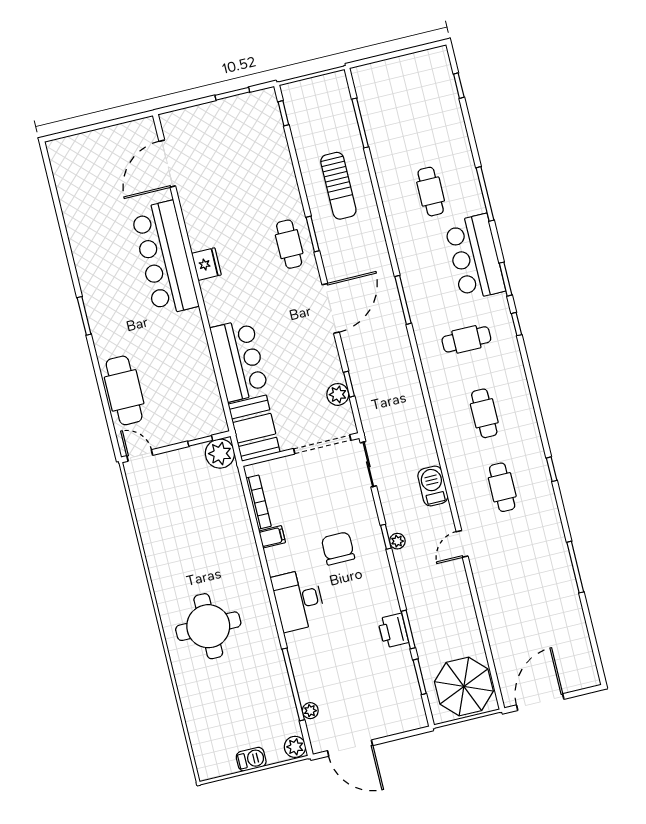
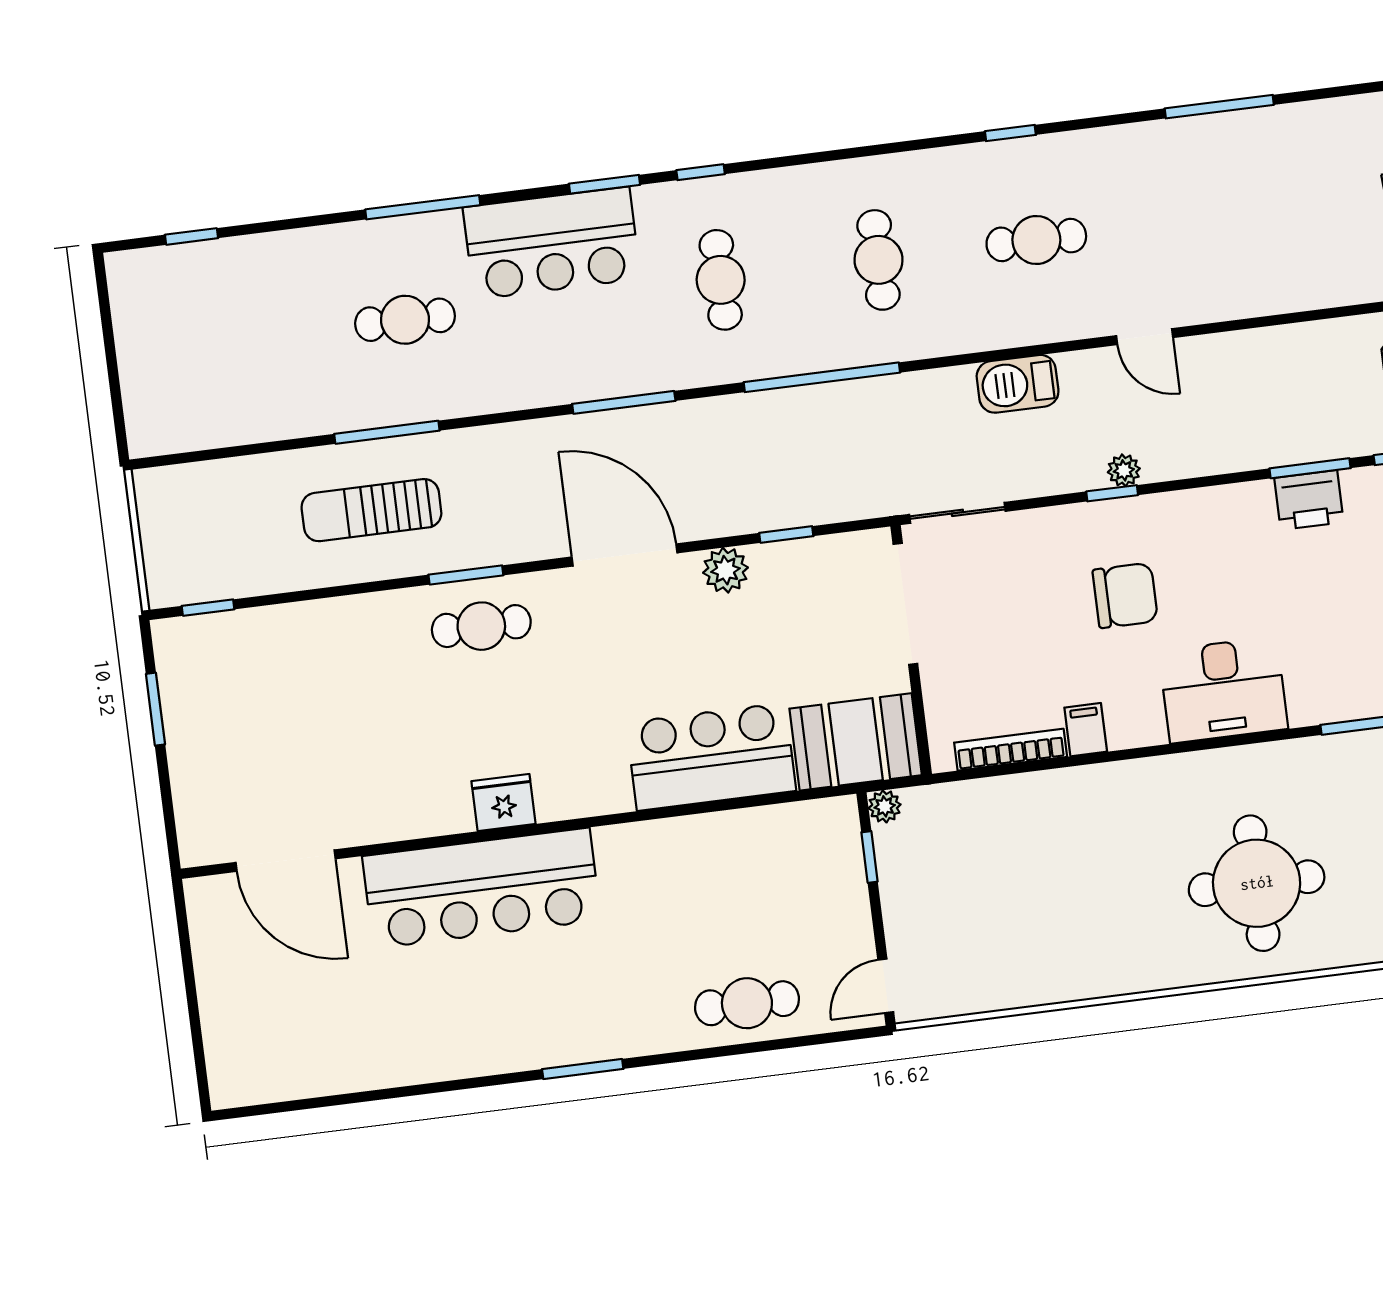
window: (360, 123) -> (387, 432), moved
sun lounger: (338, 186) -> (371, 510), turned 180
cafe table: (124, 390) -> (747, 1003), width x0.73, depth x0.74
window: (425, 393) -> (822, 377), added
plant: (338, 394) -> (726, 570), moved
cafe table: (484, 413) -> (879, 260), turned 90
plant: (220, 454) -> (885, 806), width x0.53, depth x0.53
chair: (338, 548) -> (1125, 595), turned 180

